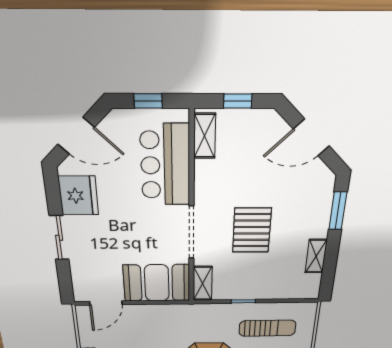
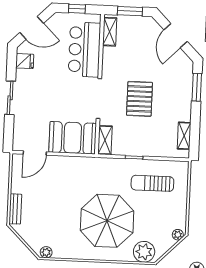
window: (238, 101) -> (130, 11), width x1.50
door: (311, 138) -> (176, 36), hinge flipped
fridge: (78, 196) -> (25, 61), width x0.53, depth x0.75
shelving: (316, 256) -> (184, 136), moved
sun lounger: (267, 328) -> (152, 183), turned 180

